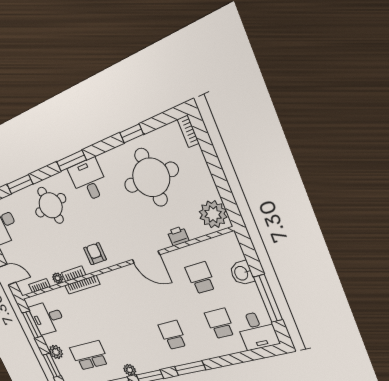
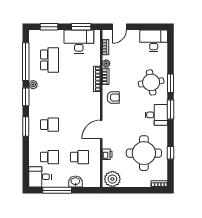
window: (20, 184) -> (171, 83), moved
desk: (47, 318) -> (79, 41), width x1.37
plant: (56, 352) -> (58, 35), removed

